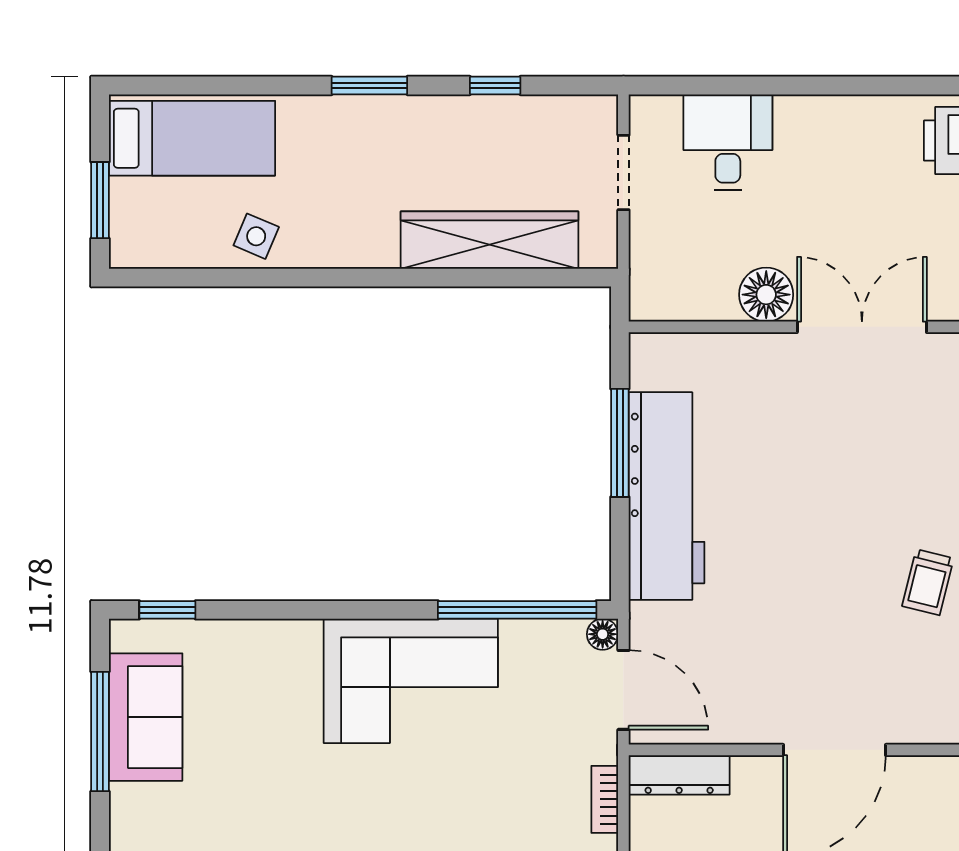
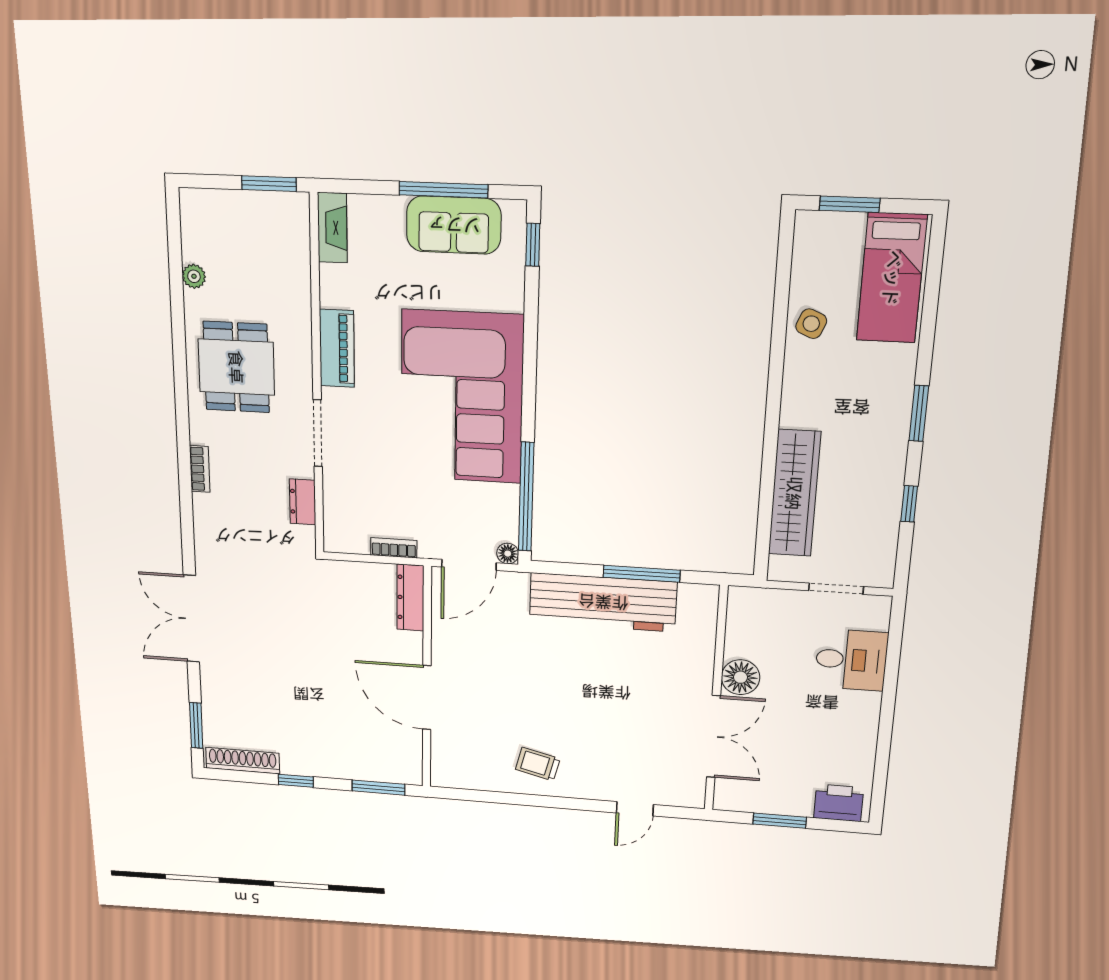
corner sofa: (411, 681) -> (462, 397), width x1.36, depth x1.36

